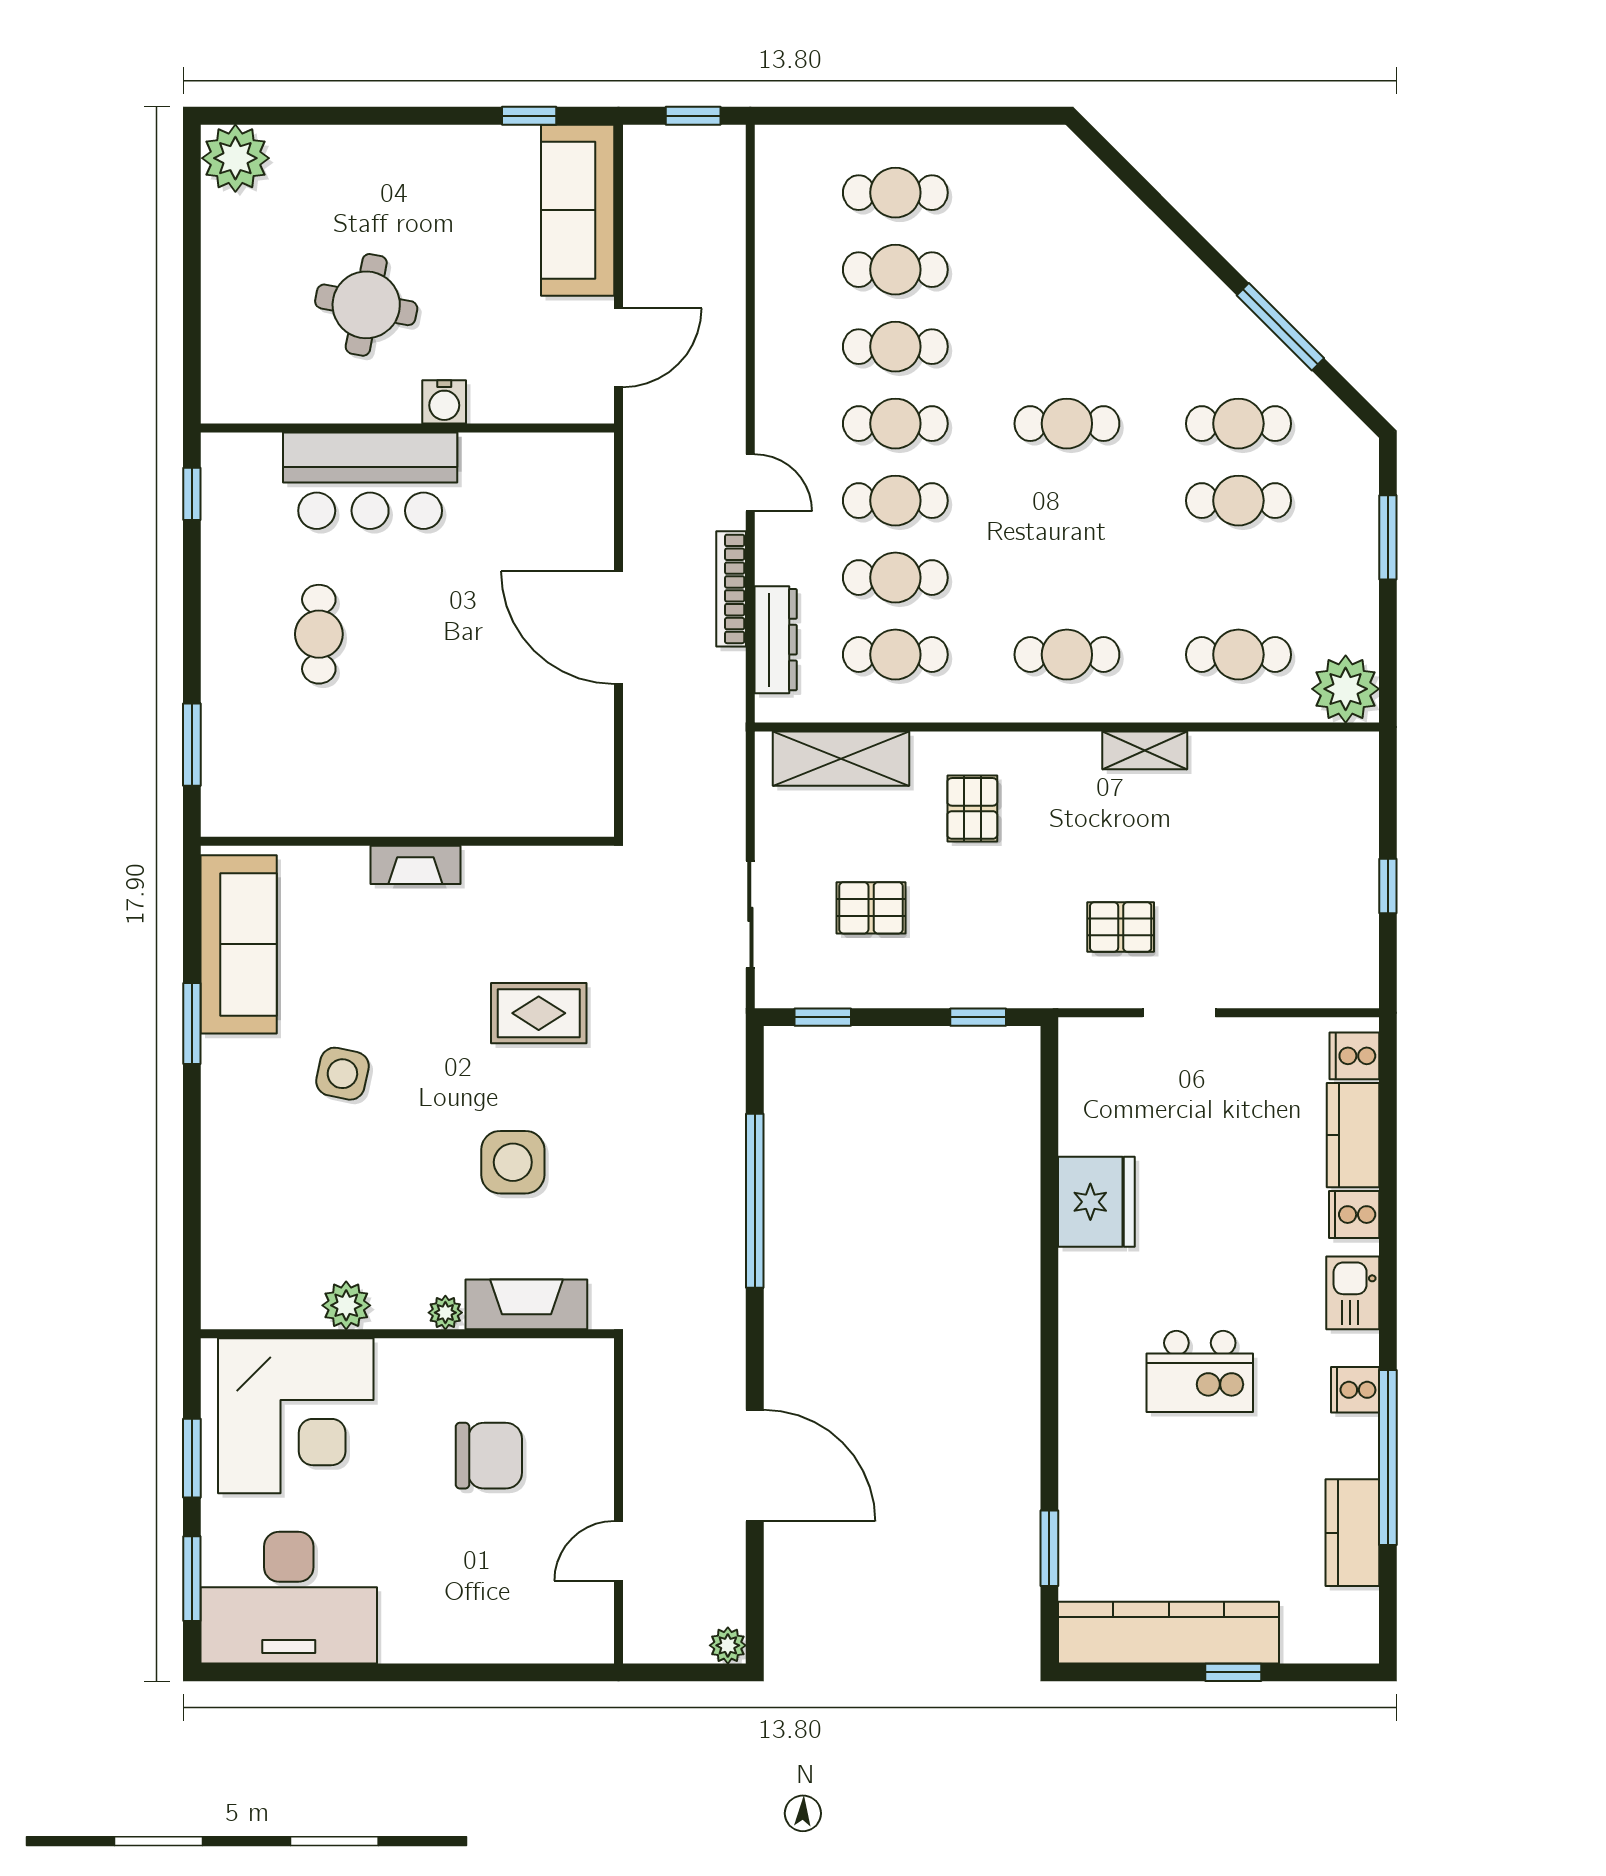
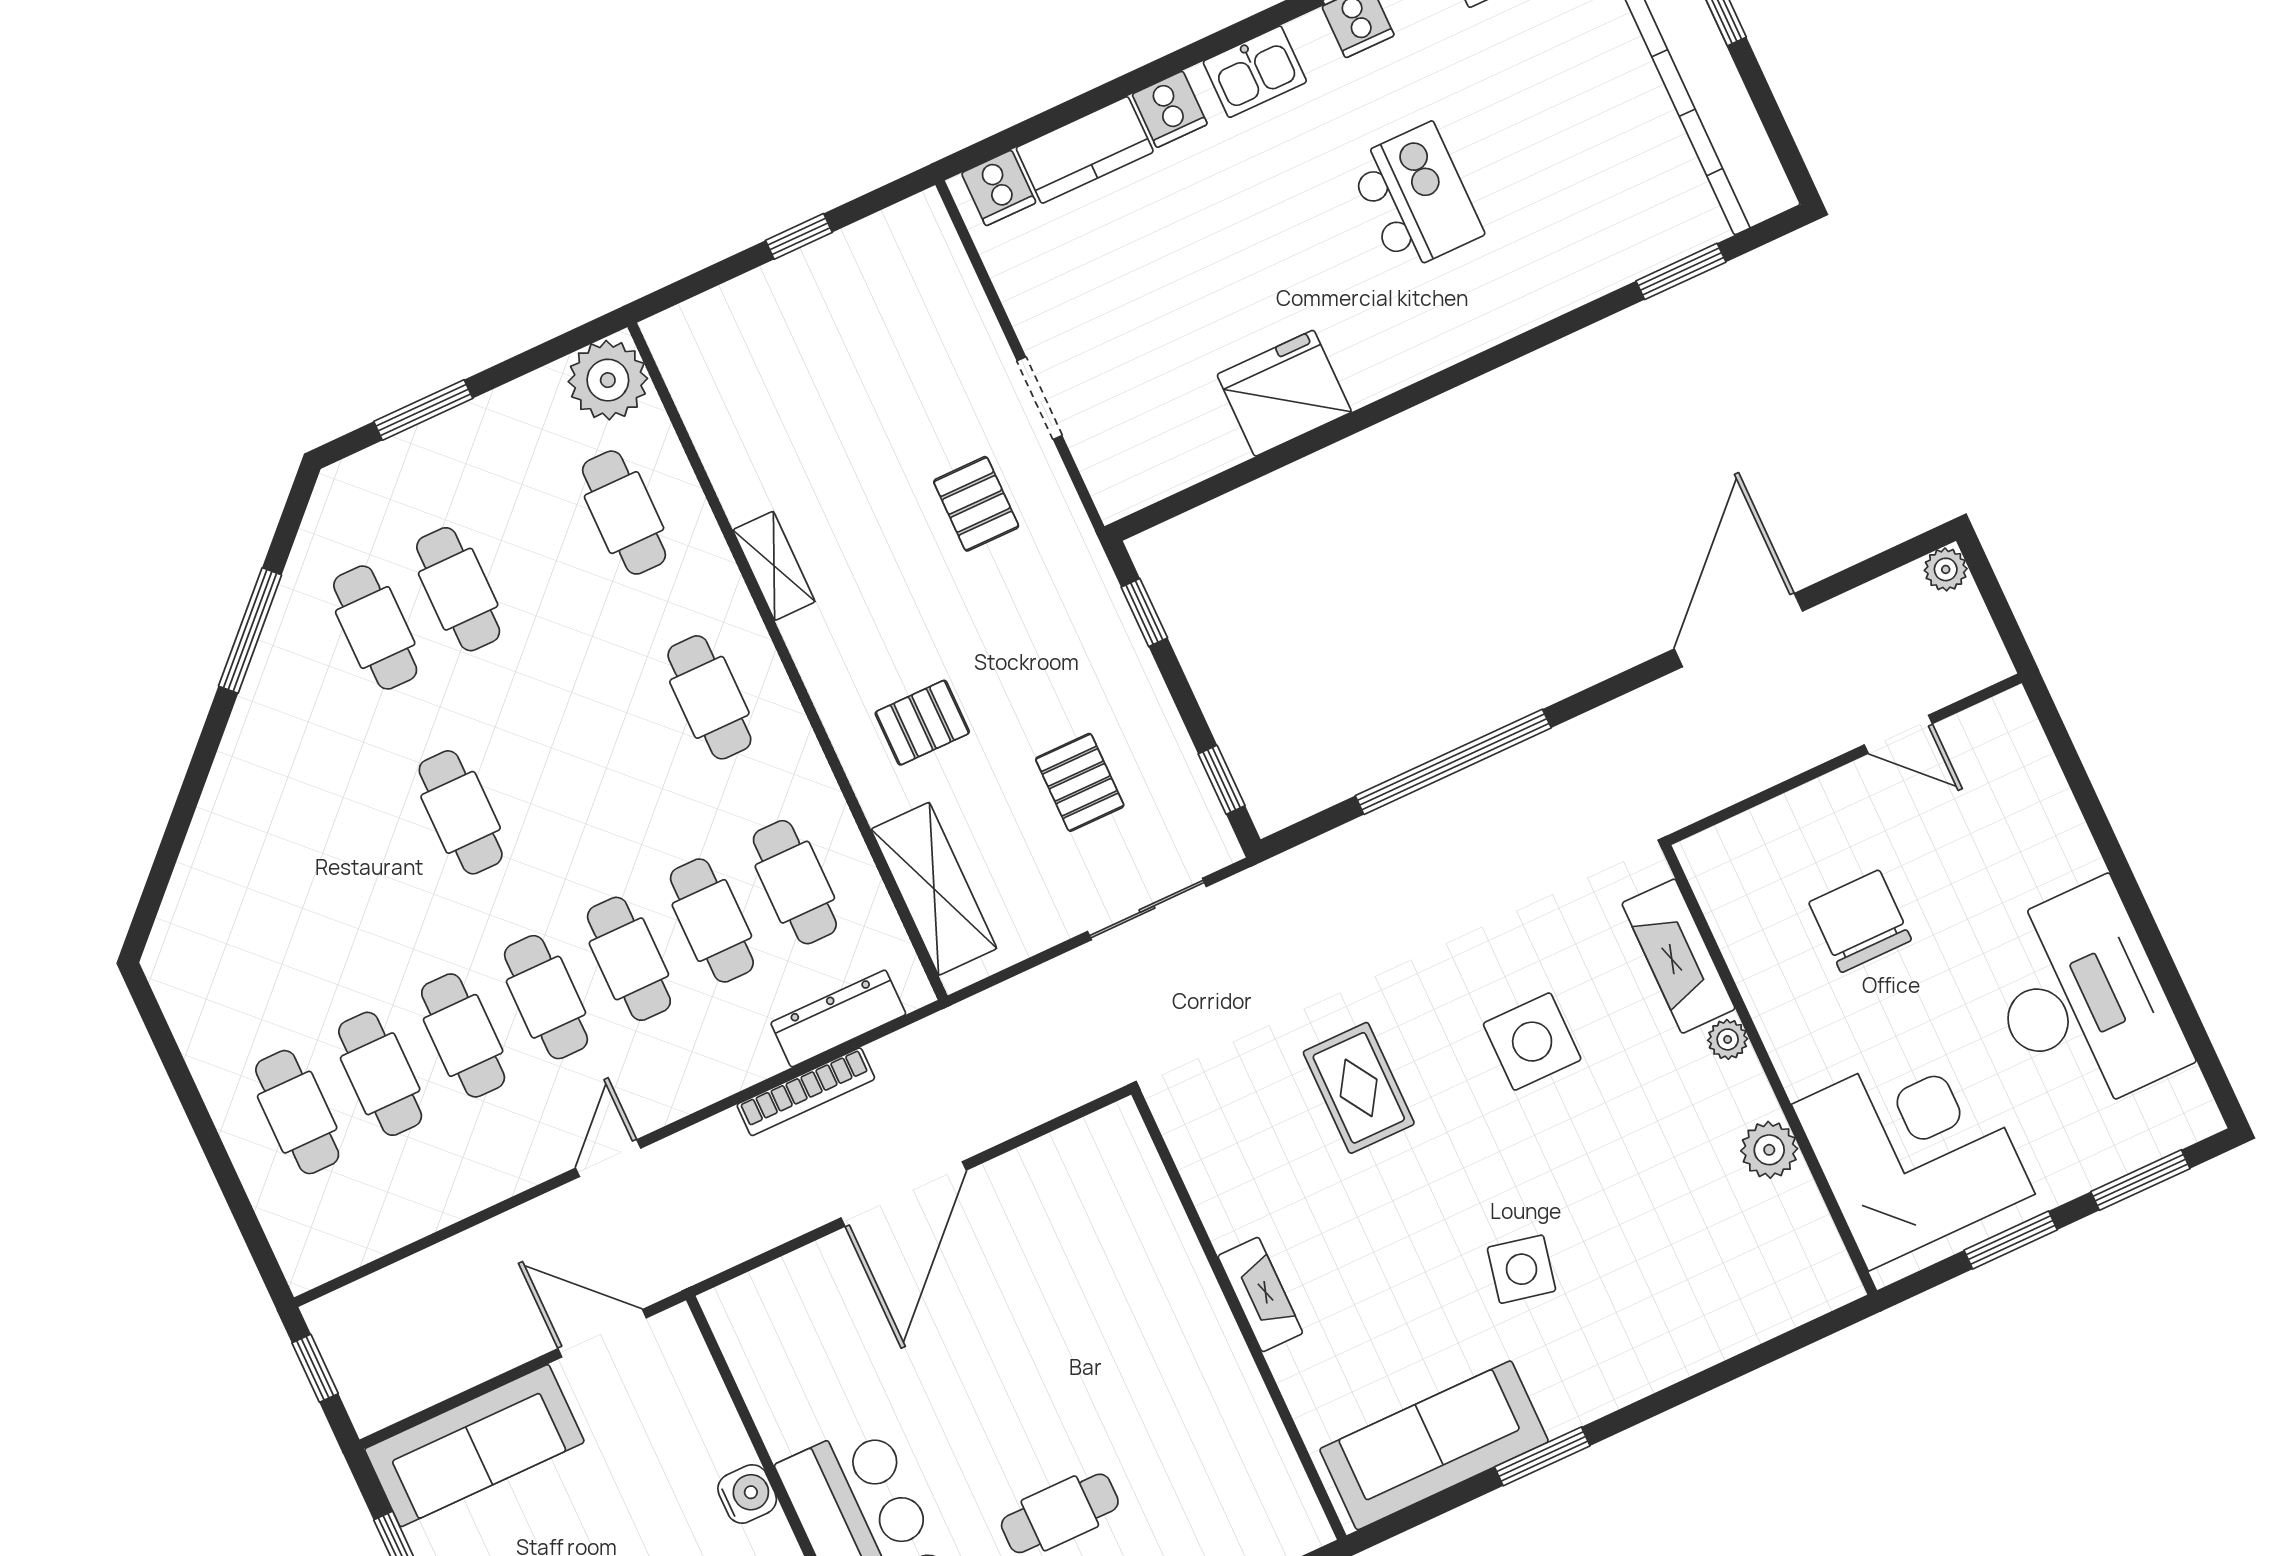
door: (750, 483) -> (608, 1158), moved
desk: (289, 1598) -> (2082, 1000), moved

